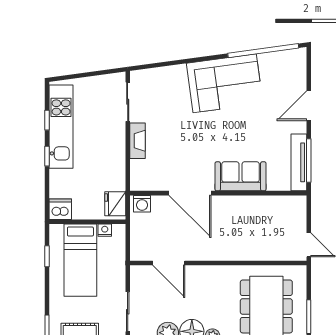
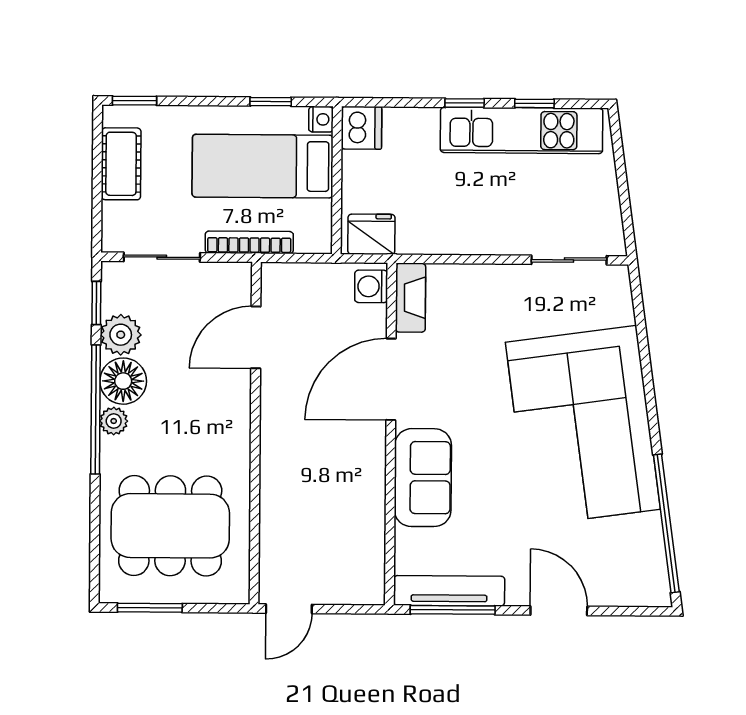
corner sofa: (225, 83) -> (583, 426), width x1.36, depth x1.36
fireplace: (138, 141) -> (411, 298), moved, turned -90
nightstand: (105, 230) -> (321, 119), moved
bookcase: (120, 267) -> (249, 242), added

